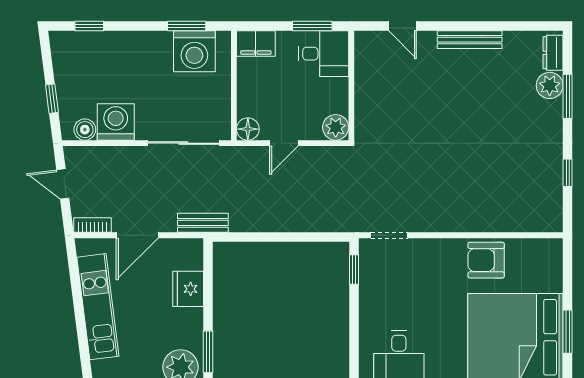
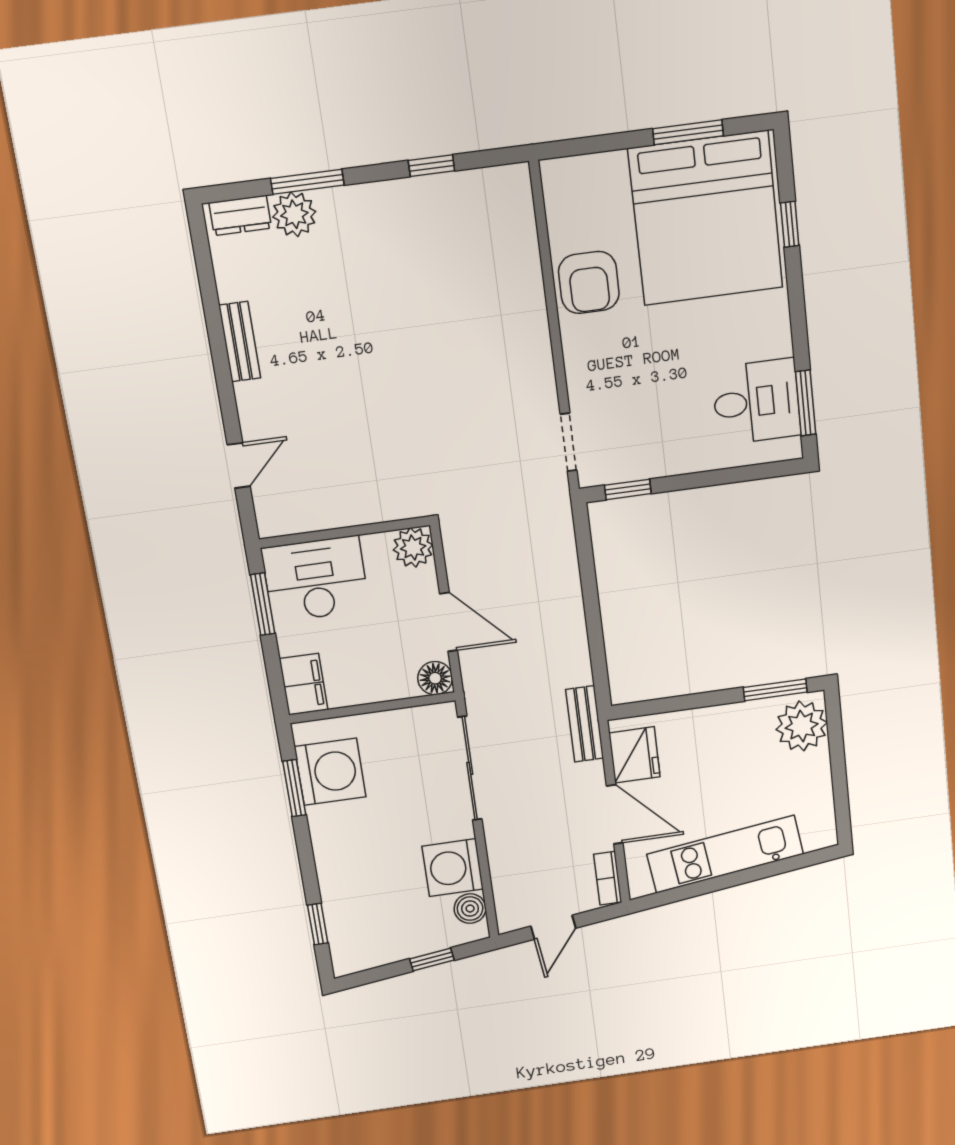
bench: (470, 40) -> (240, 342), width x0.73
desk: (324, 54) -> (315, 579), width x1.37
door: (284, 143) -> (449, 622), width x1.38
fridge: (188, 289) -> (634, 755), moved, turned -90

